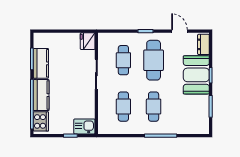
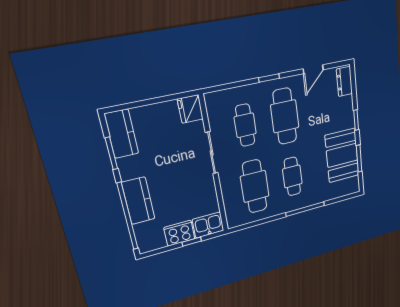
door: (179, 31) -> (313, 69), swing flipped
kitchen counter: (41, 63) -> (121, 134), moved
booth: (196, 75) -> (342, 155), moved
cafe table: (123, 107) -> (255, 186), width x1.37, depth x1.35
cooker: (41, 121) -> (179, 233), moved, turned -90

